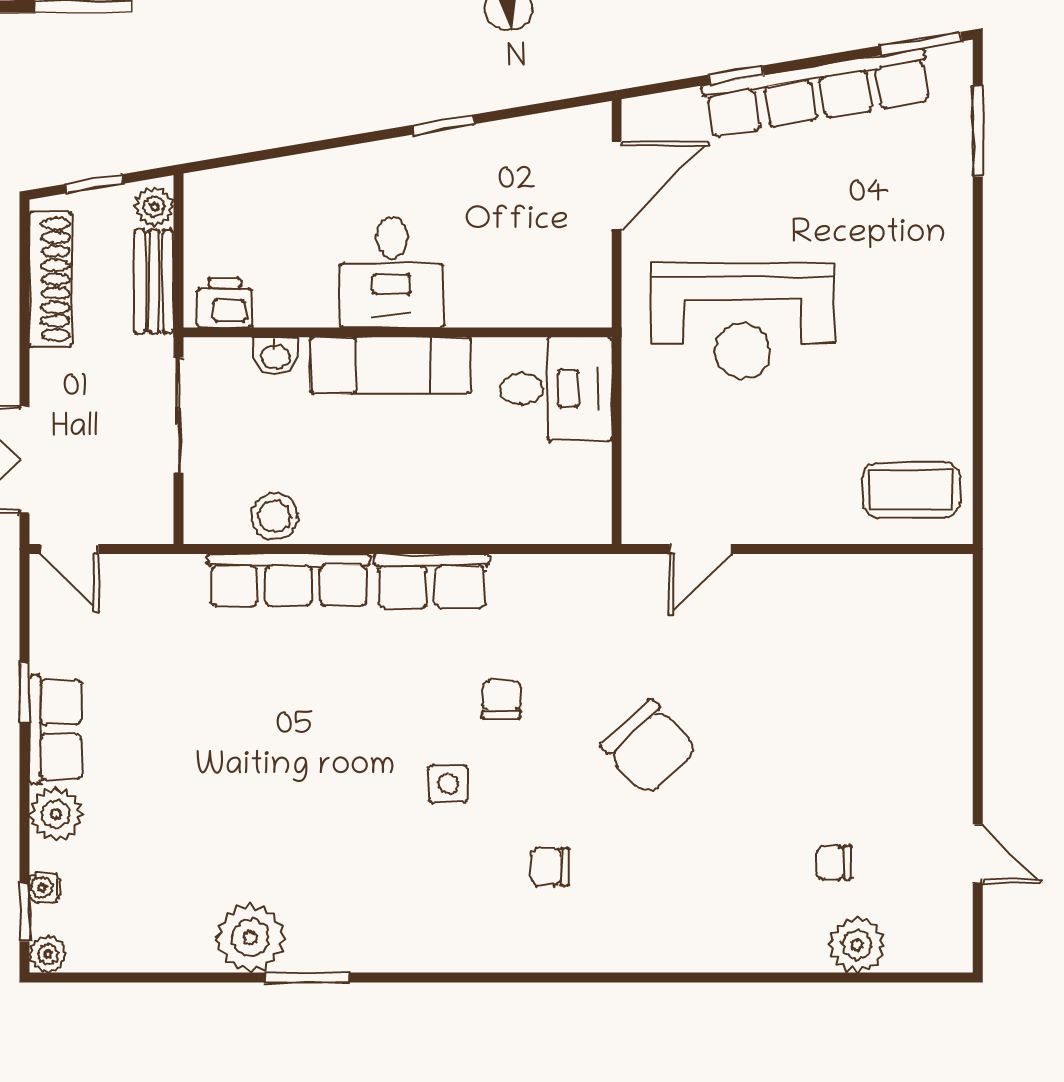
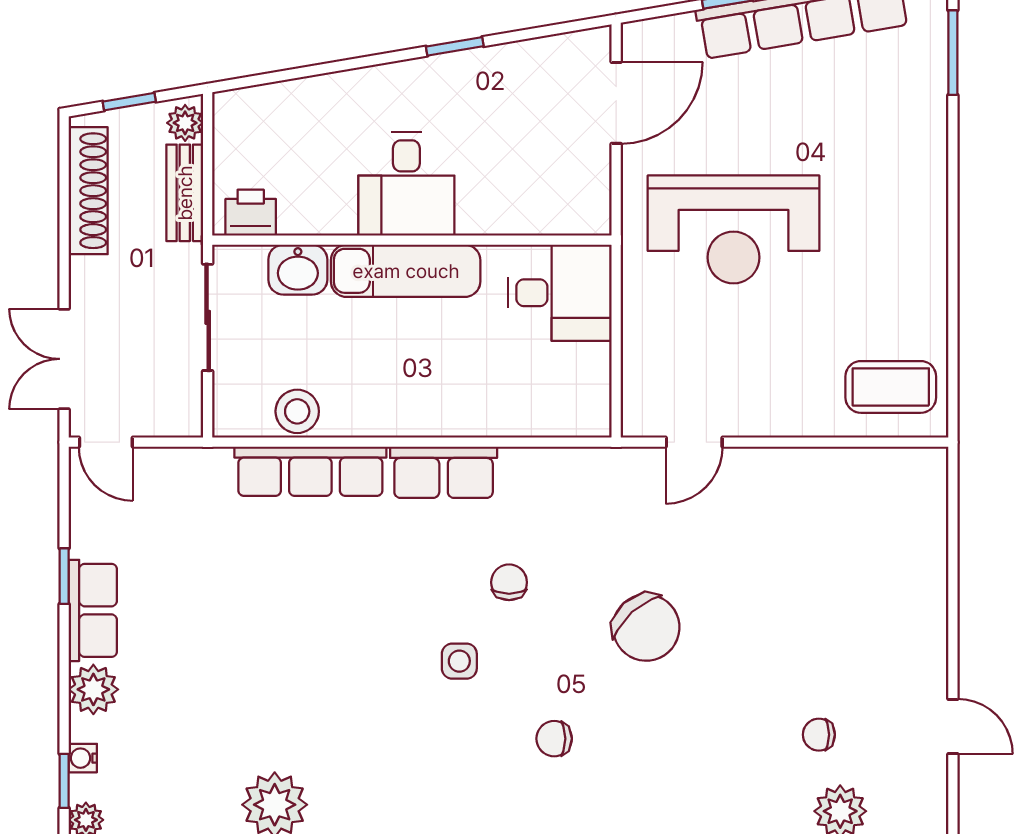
washbasin: (275, 356) -> (298, 270), width x1.38, depth x1.45

